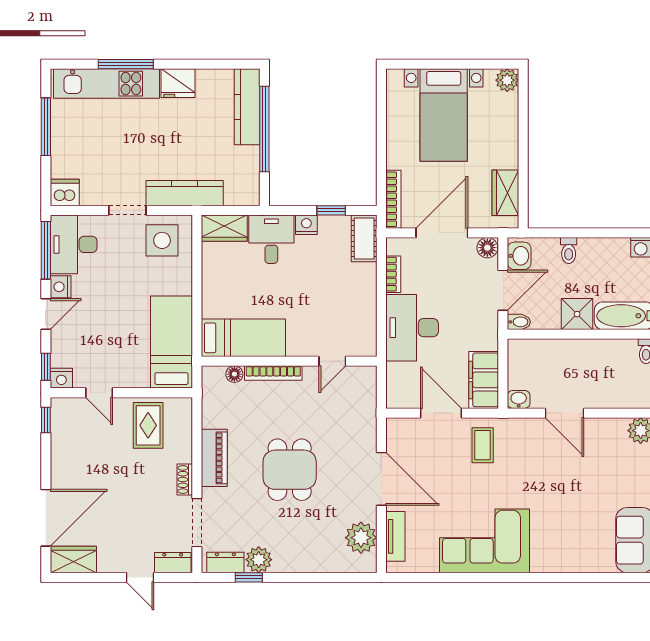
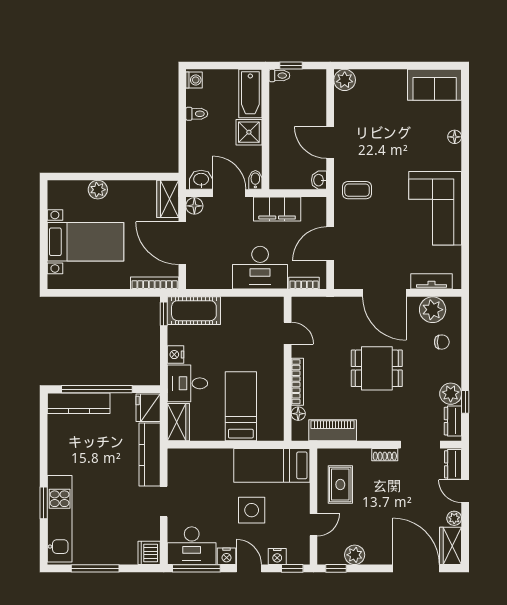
window: (126, 64) -> (44, 503), width x0.69
plant: (507, 80) -> (98, 190), moved
fridge: (178, 83) -> (148, 408), moved, turned 180
wardrobe: (505, 193) -> (168, 199), moved, turned 90
window: (331, 210) -> (164, 314), moved
cot: (364, 238) -> (194, 311), width x1.37, depth x1.34
side table: (162, 240) -> (252, 510), moved
toilet: (569, 251) -> (197, 114), moved
bookcase: (393, 274) -> (304, 283), moved
bed: (243, 338) -> (241, 406), moved
nightstand: (61, 378) -> (277, 557), moved, turned 90
filing cabinet: (484, 380) -> (277, 209), moved
door: (564, 413) -> (330, 143), swing flipped
rug: (148, 425) -> (340, 485), turned 90
plant: (63, 443) -> (355, 555), added
coffee table: (483, 445) -> (357, 190), moved
piano: (214, 458) -> (333, 430), moved
door: (381, 479) -> (384, 293), swing flipped
chair: (322, 549) -> (442, 342), added
plant: (107, 564) -> (454, 518), added
floor lamp: (571, 564) -> (455, 137), added
door: (140, 577) -> (465, 491), swing flipped

